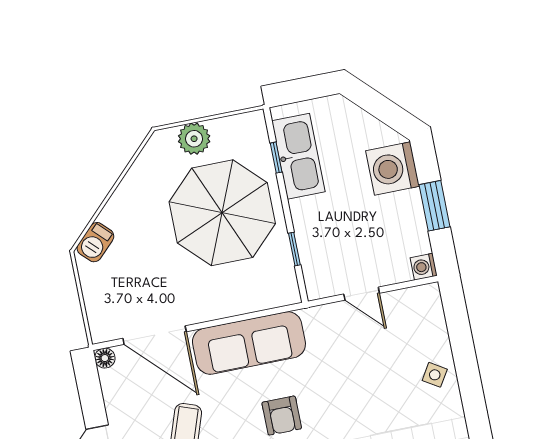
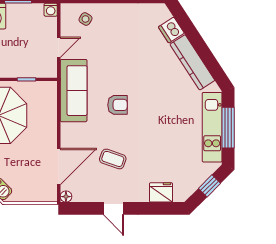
sofa: (249, 343) -> (74, 91), moved
side table: (435, 375) -> (85, 19), moved

